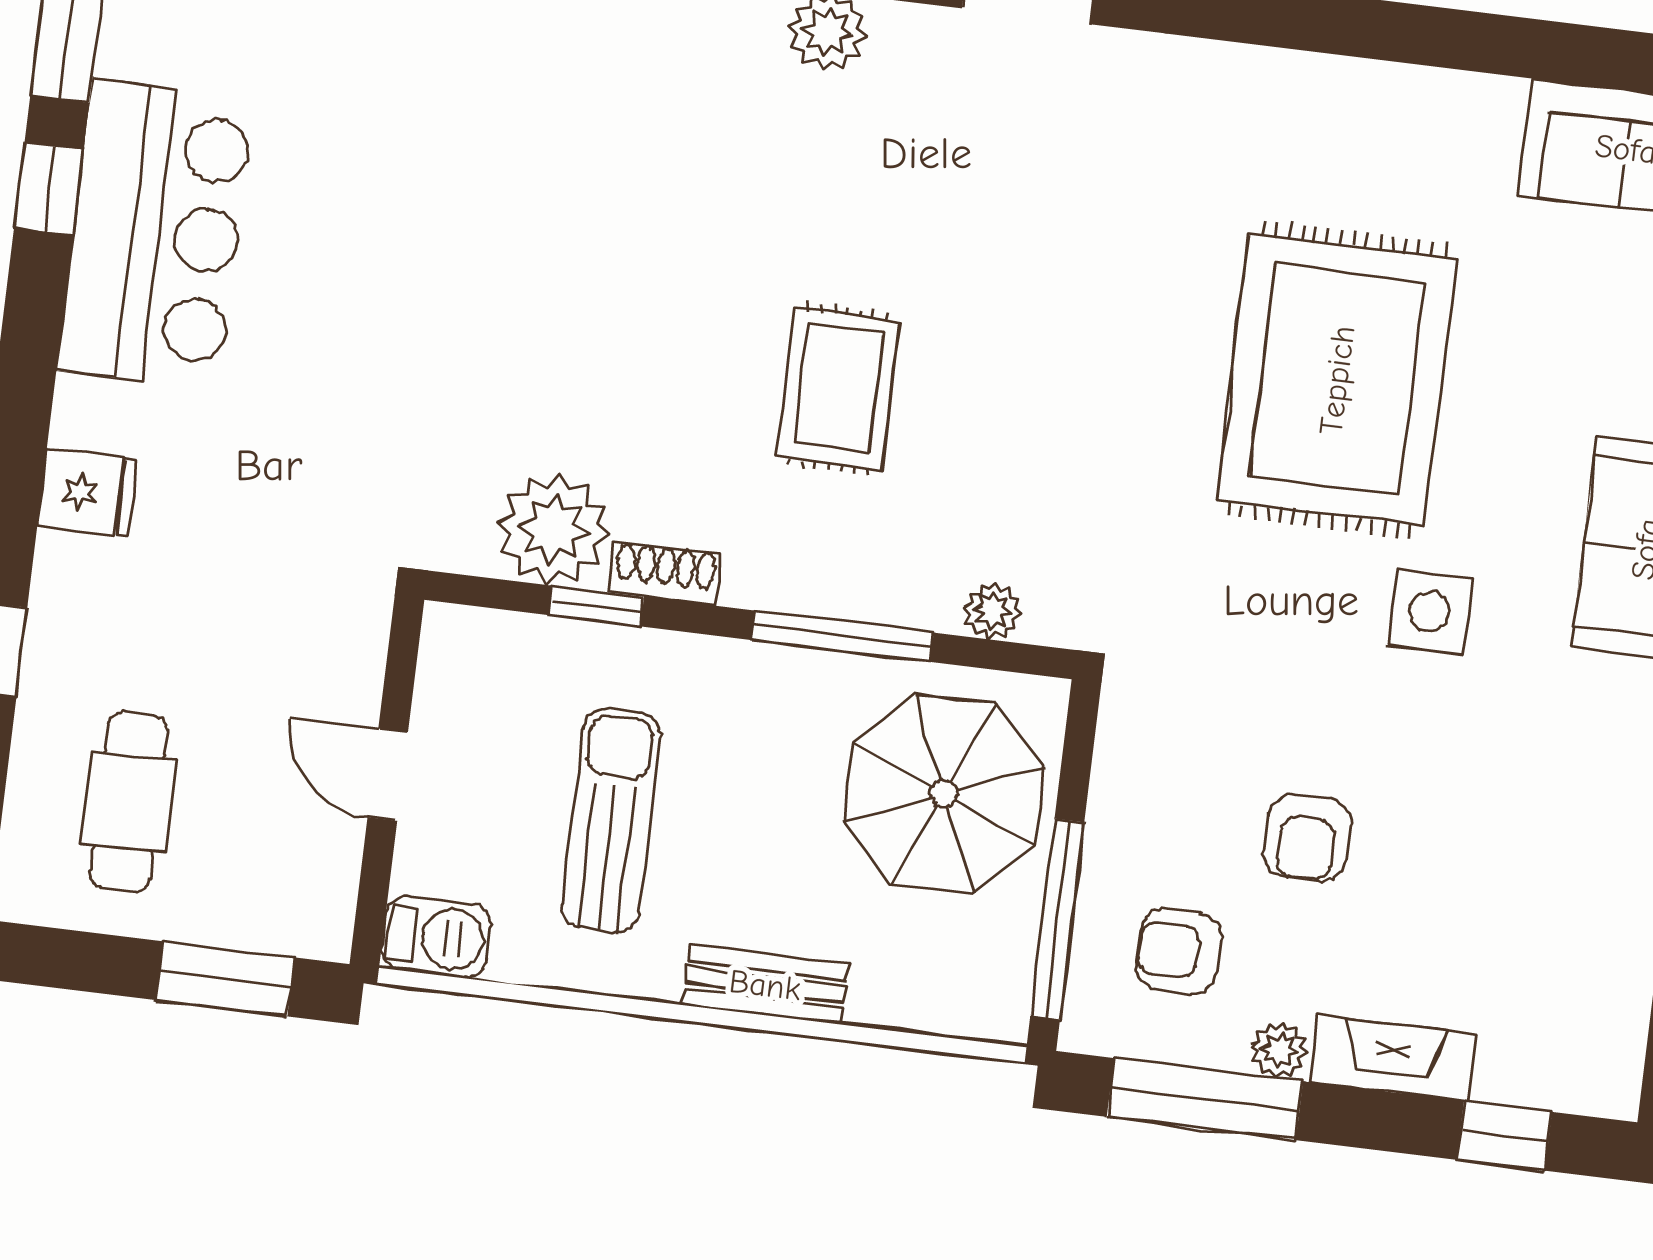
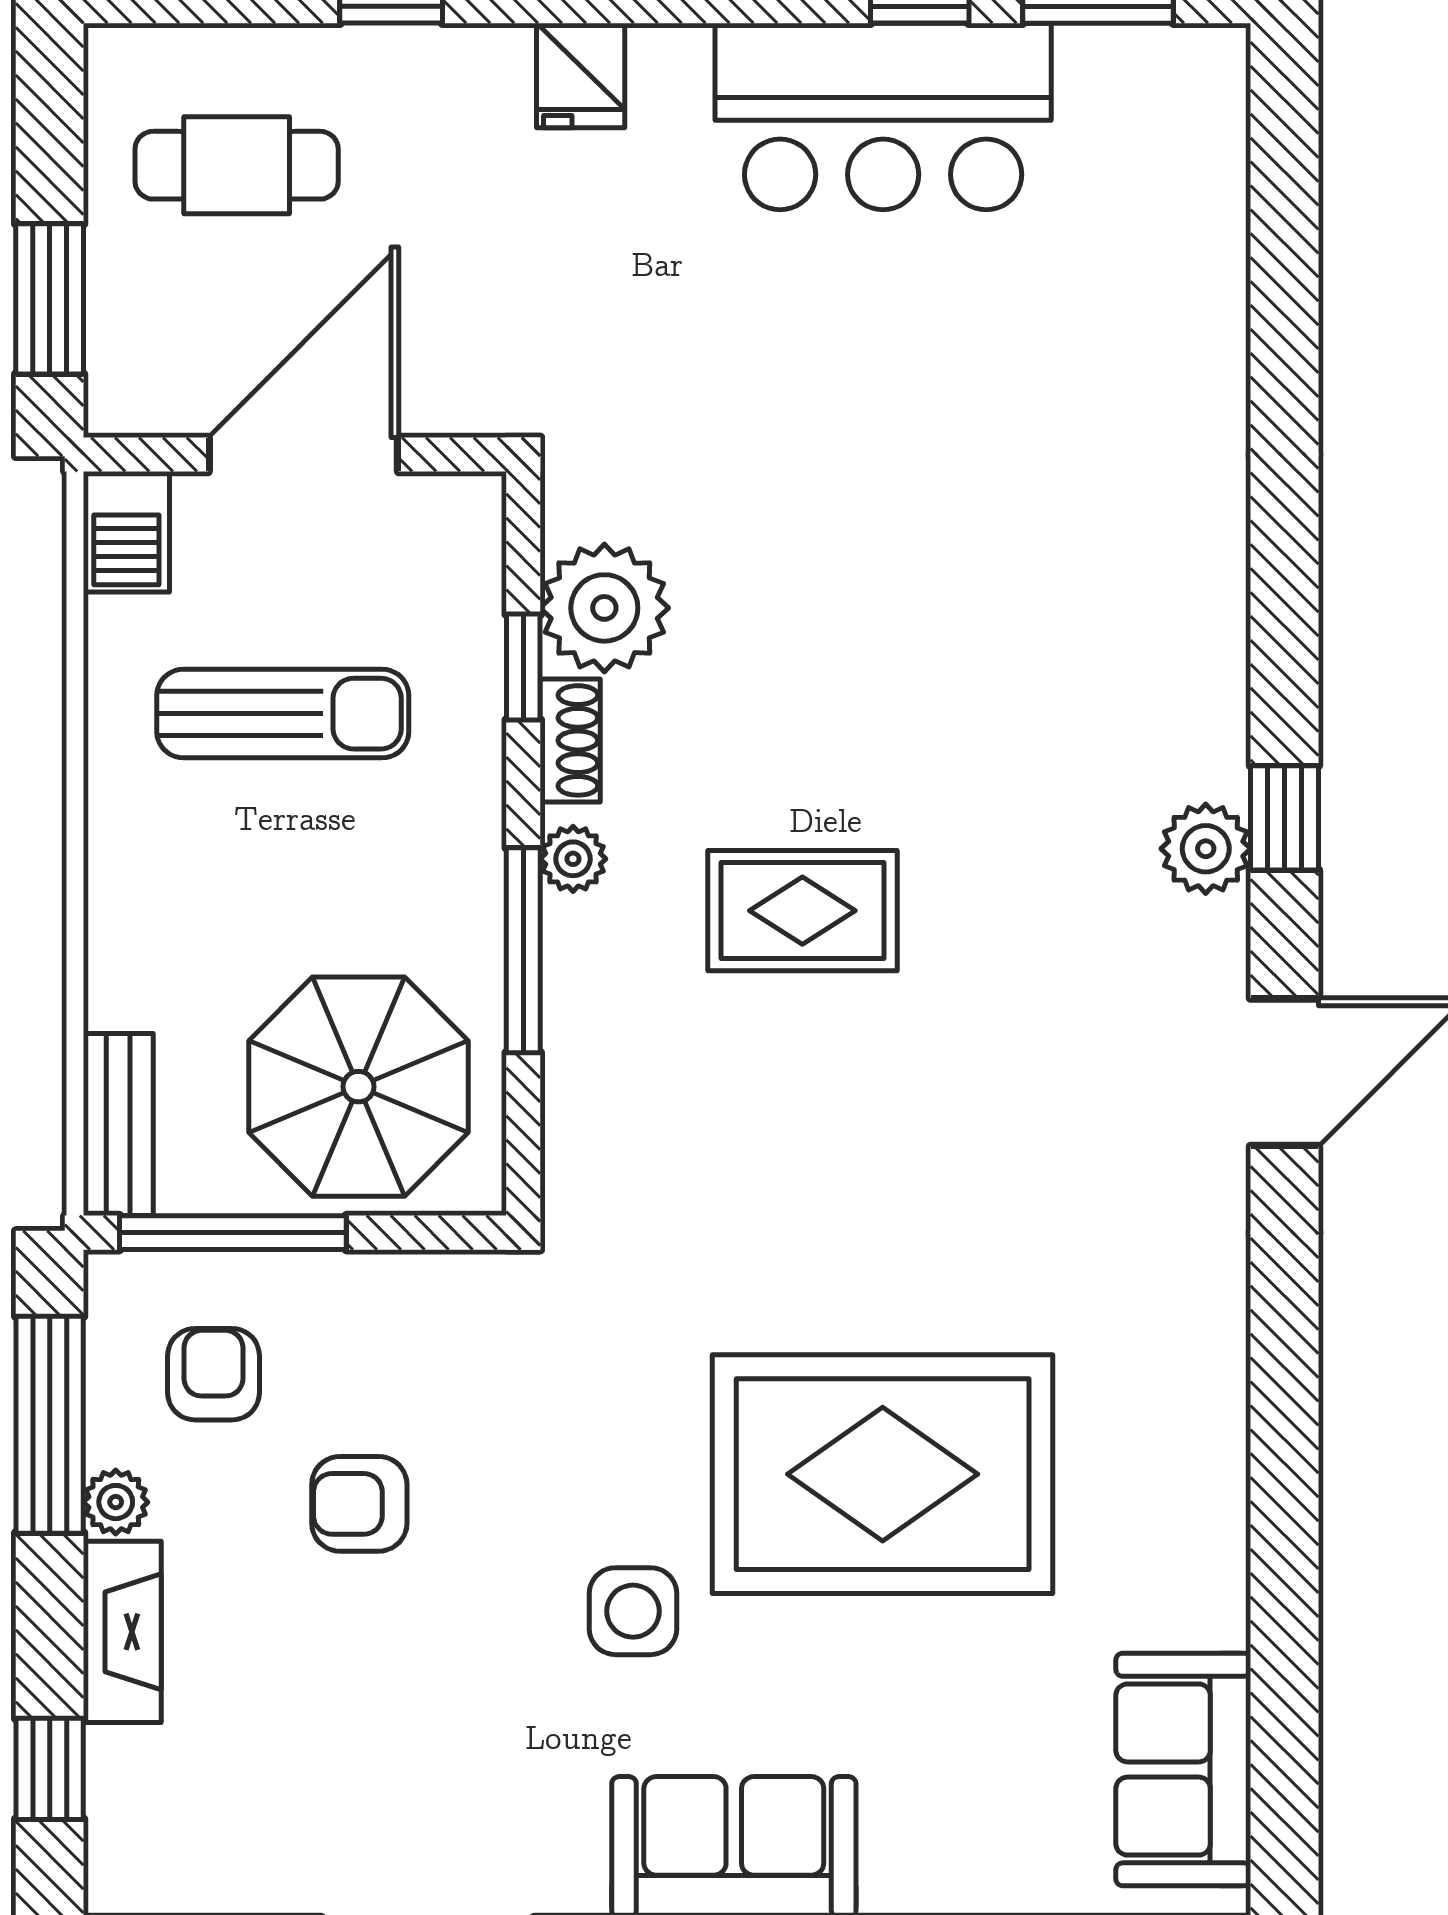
plant: (992, 611) -> (573, 859), moved
door: (388, 775) -> (303, 455), width x1.87
bench: (765, 985) -> (118, 1124), moved

